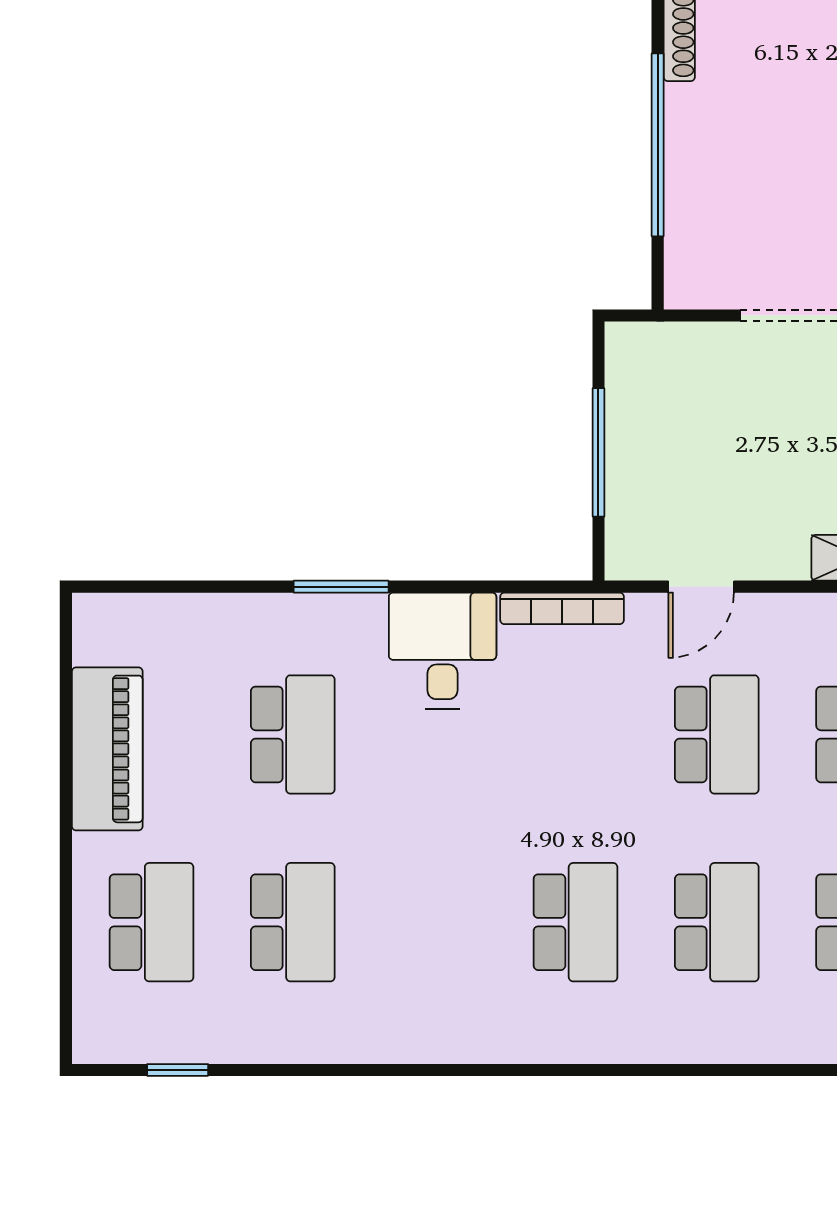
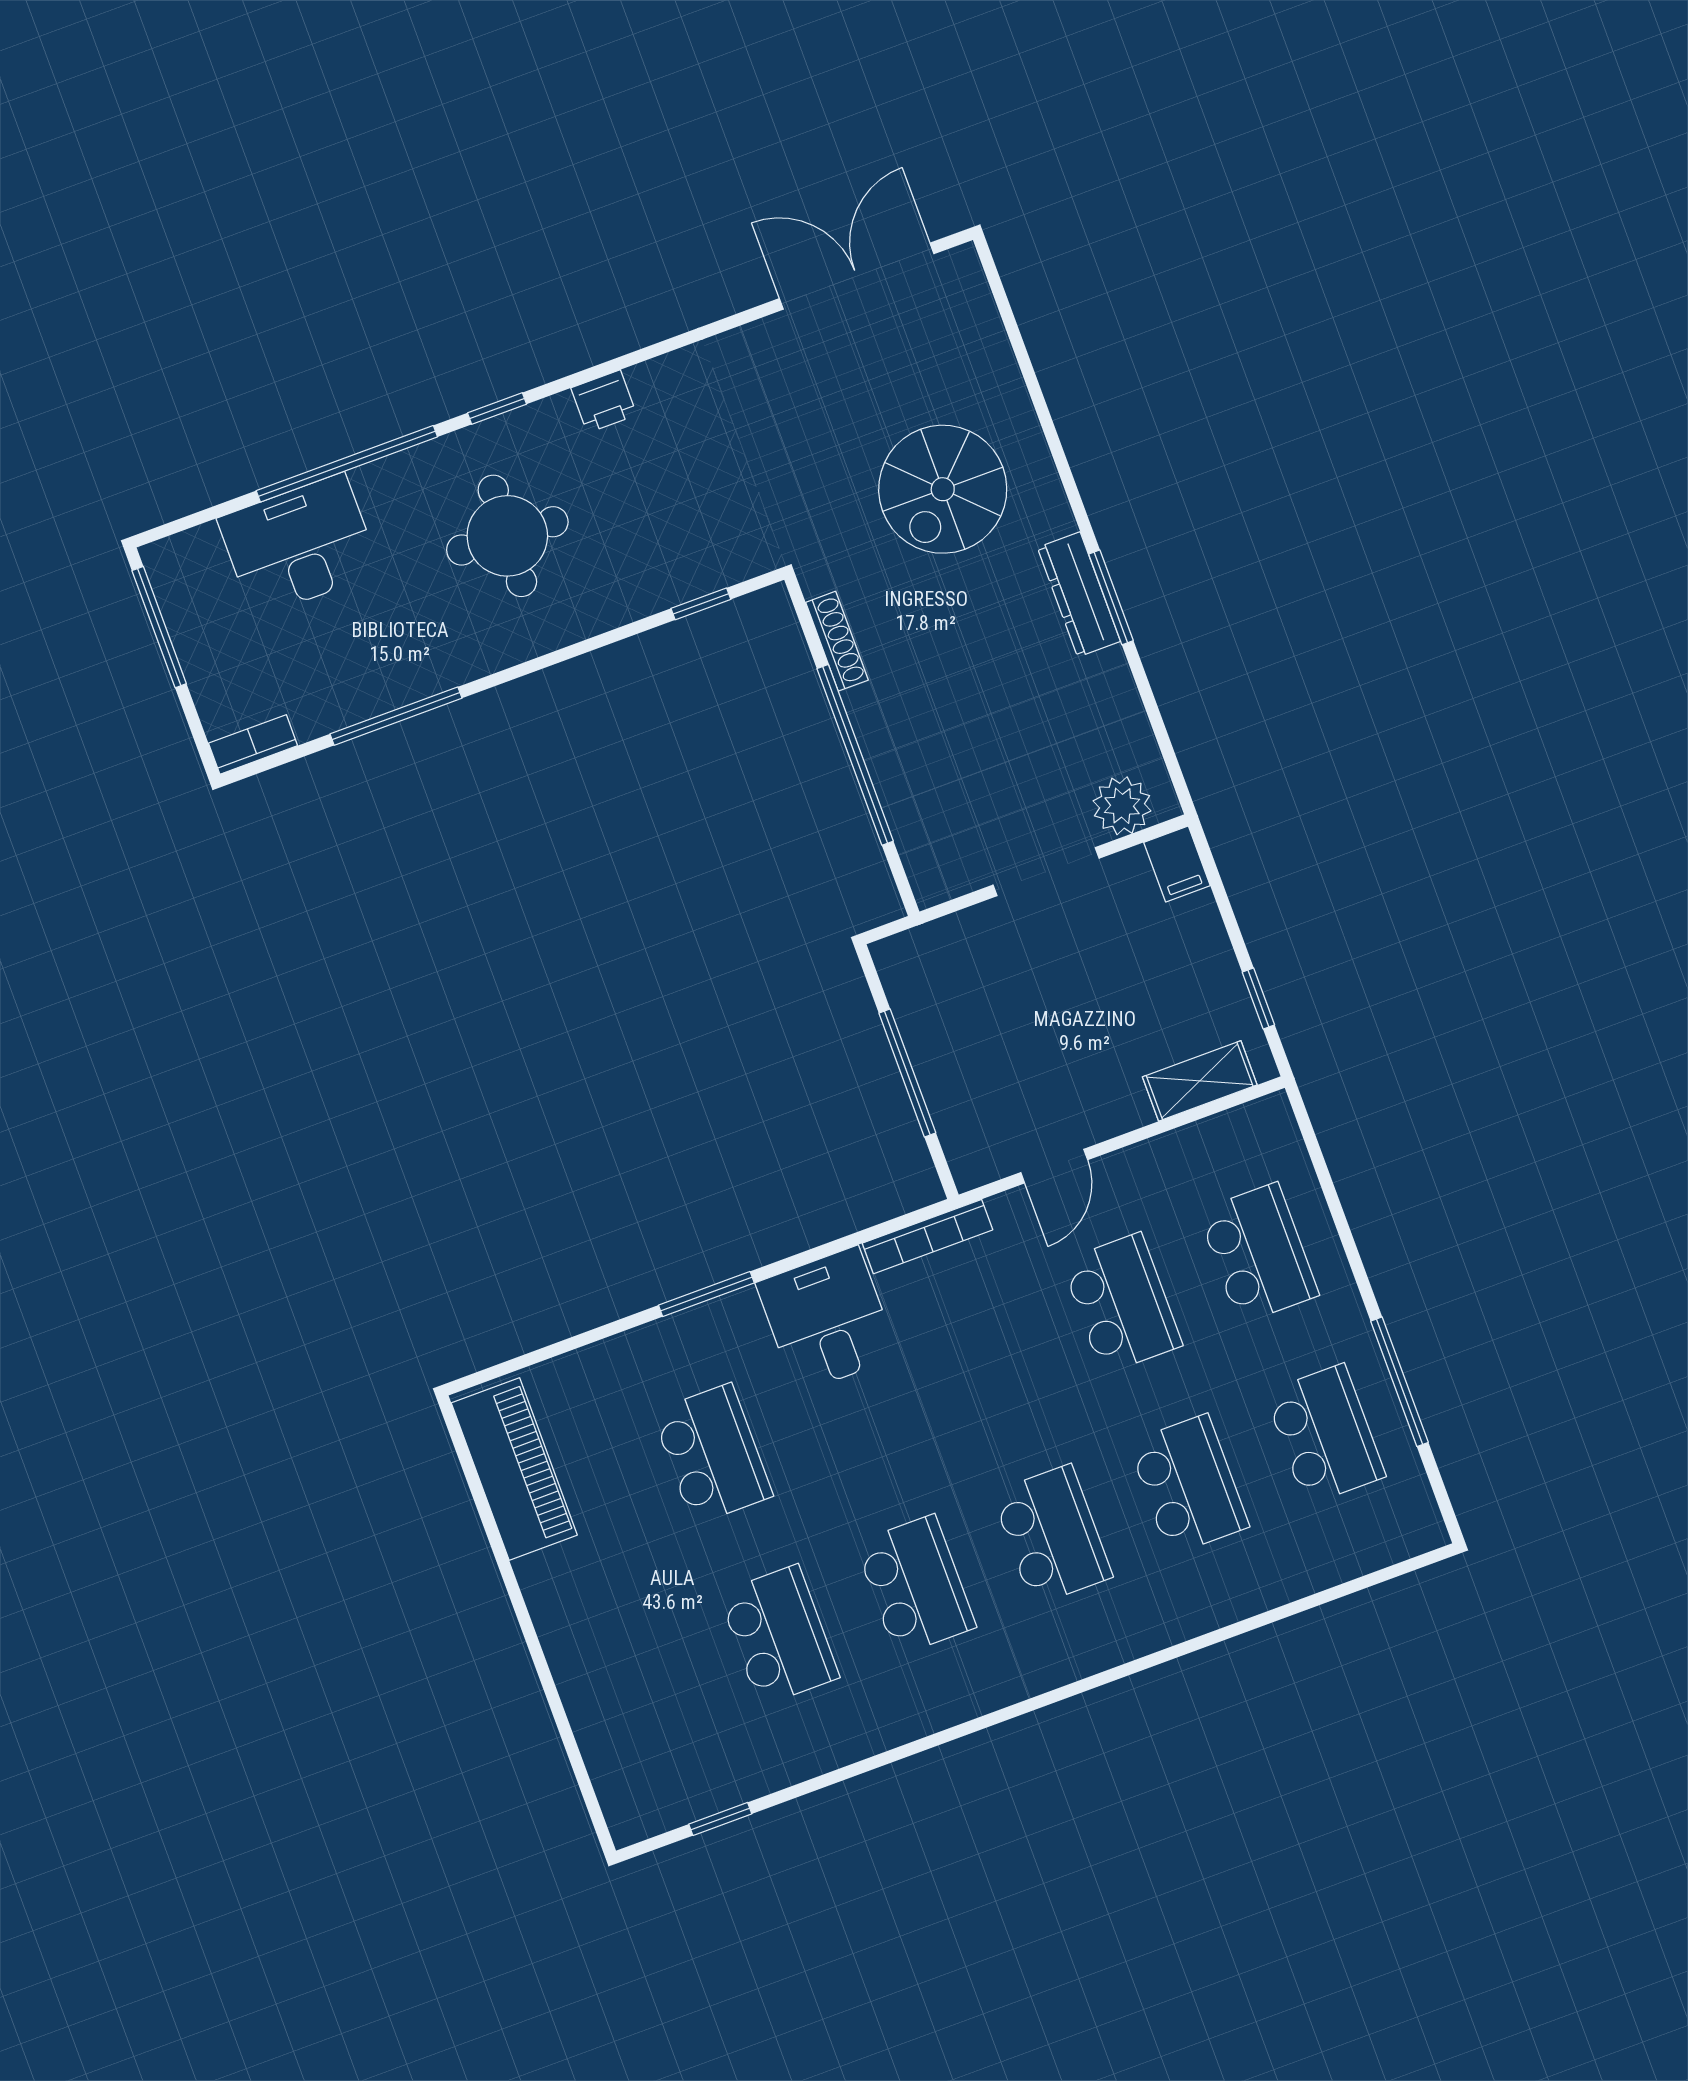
piano: (107, 749) -> (514, 1469), moved
school desk: (151, 922) -> (915, 1585), moved

